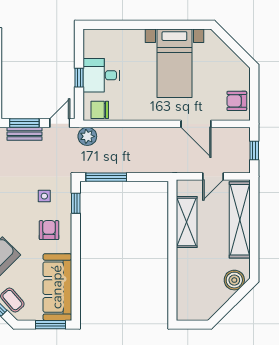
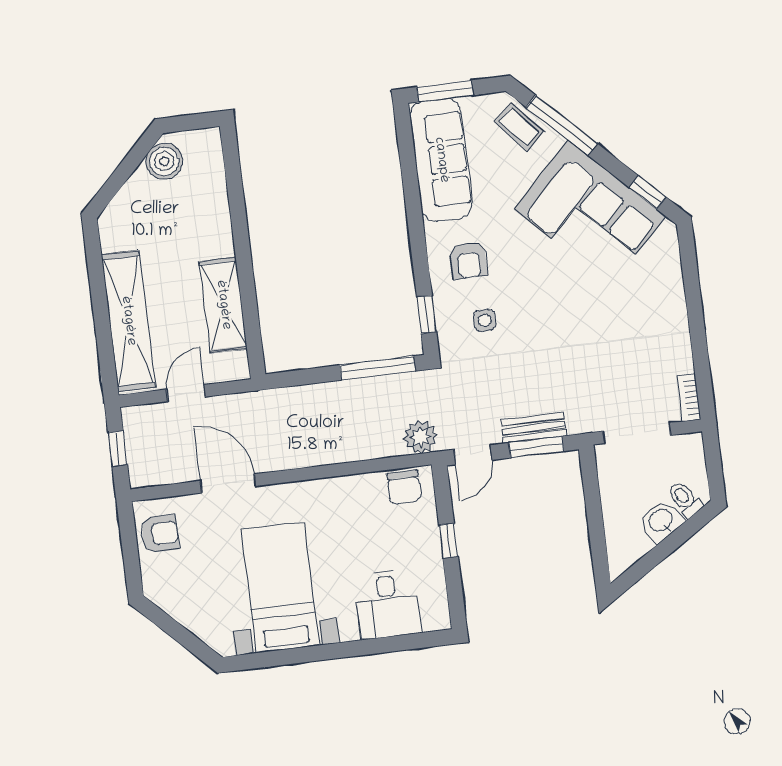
desk: (101, 75) -> (388, 604), moved, turned 90
chair: (100, 110) -> (404, 487), turned 90
boiler: (234, 280) -> (164, 161), moved

